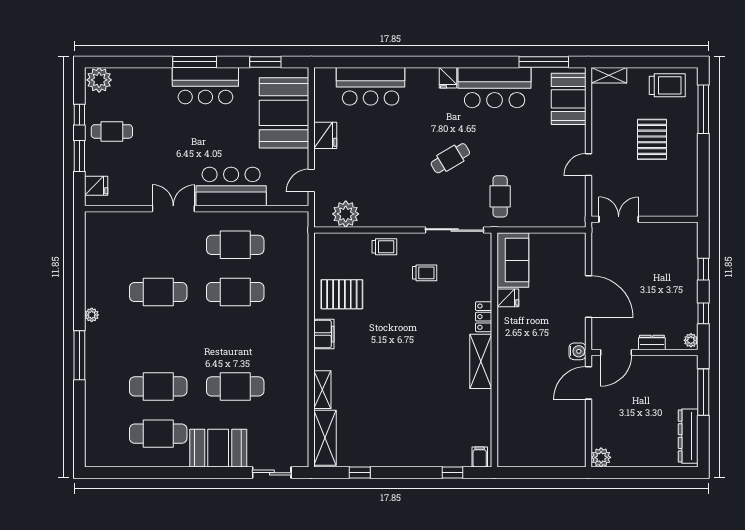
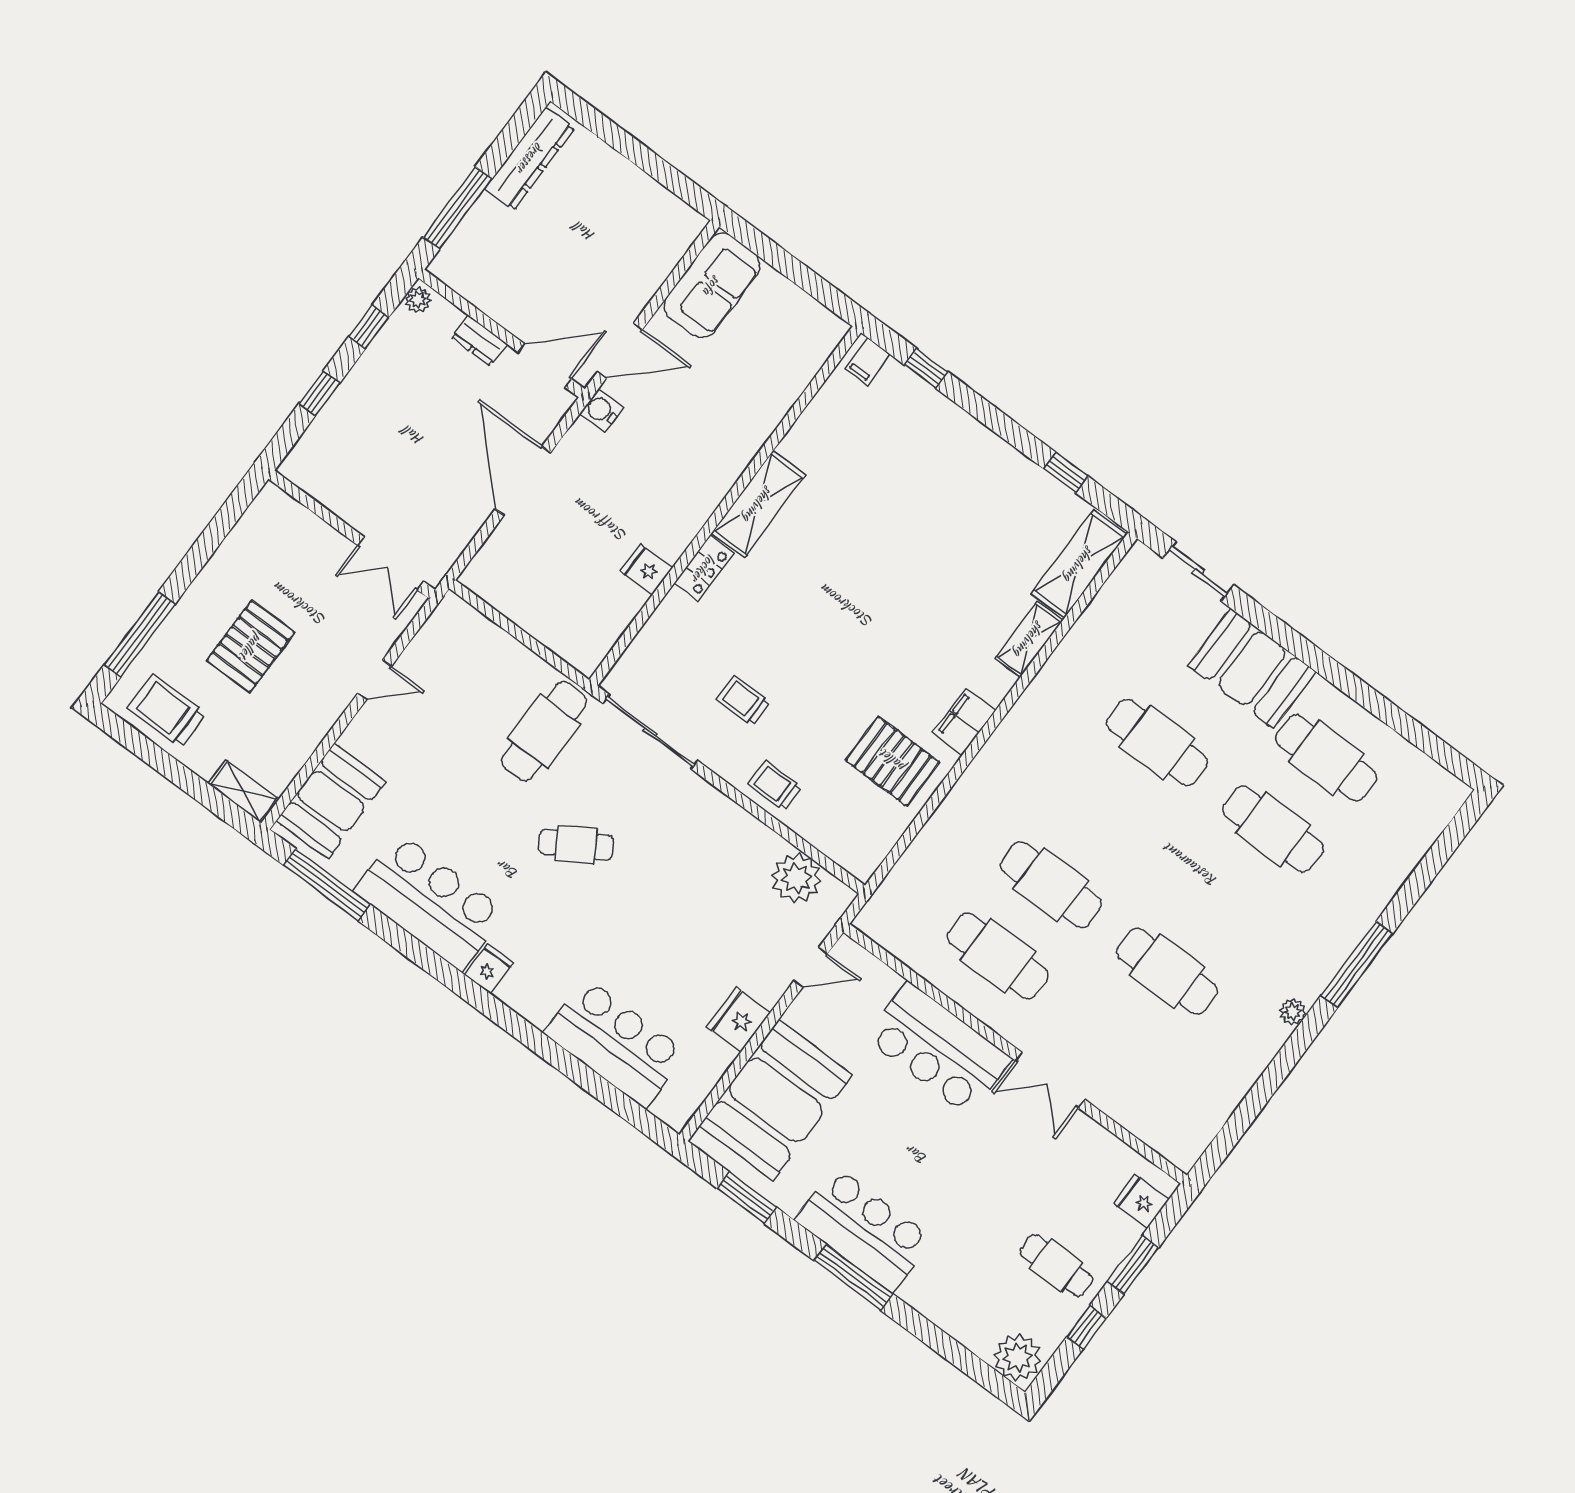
cafe table: (500, 196) -> (544, 731), width x1.37, depth x1.35
sofa: (513, 260) -> (712, 286), moved, turned 180
plant: (601, 457) -> (685, 224), removed

